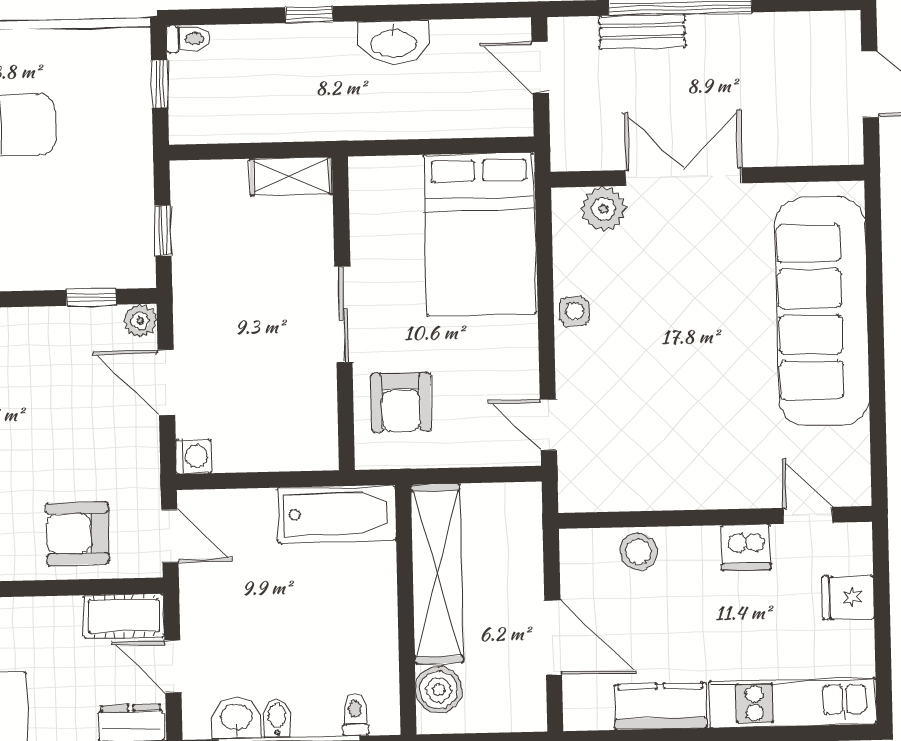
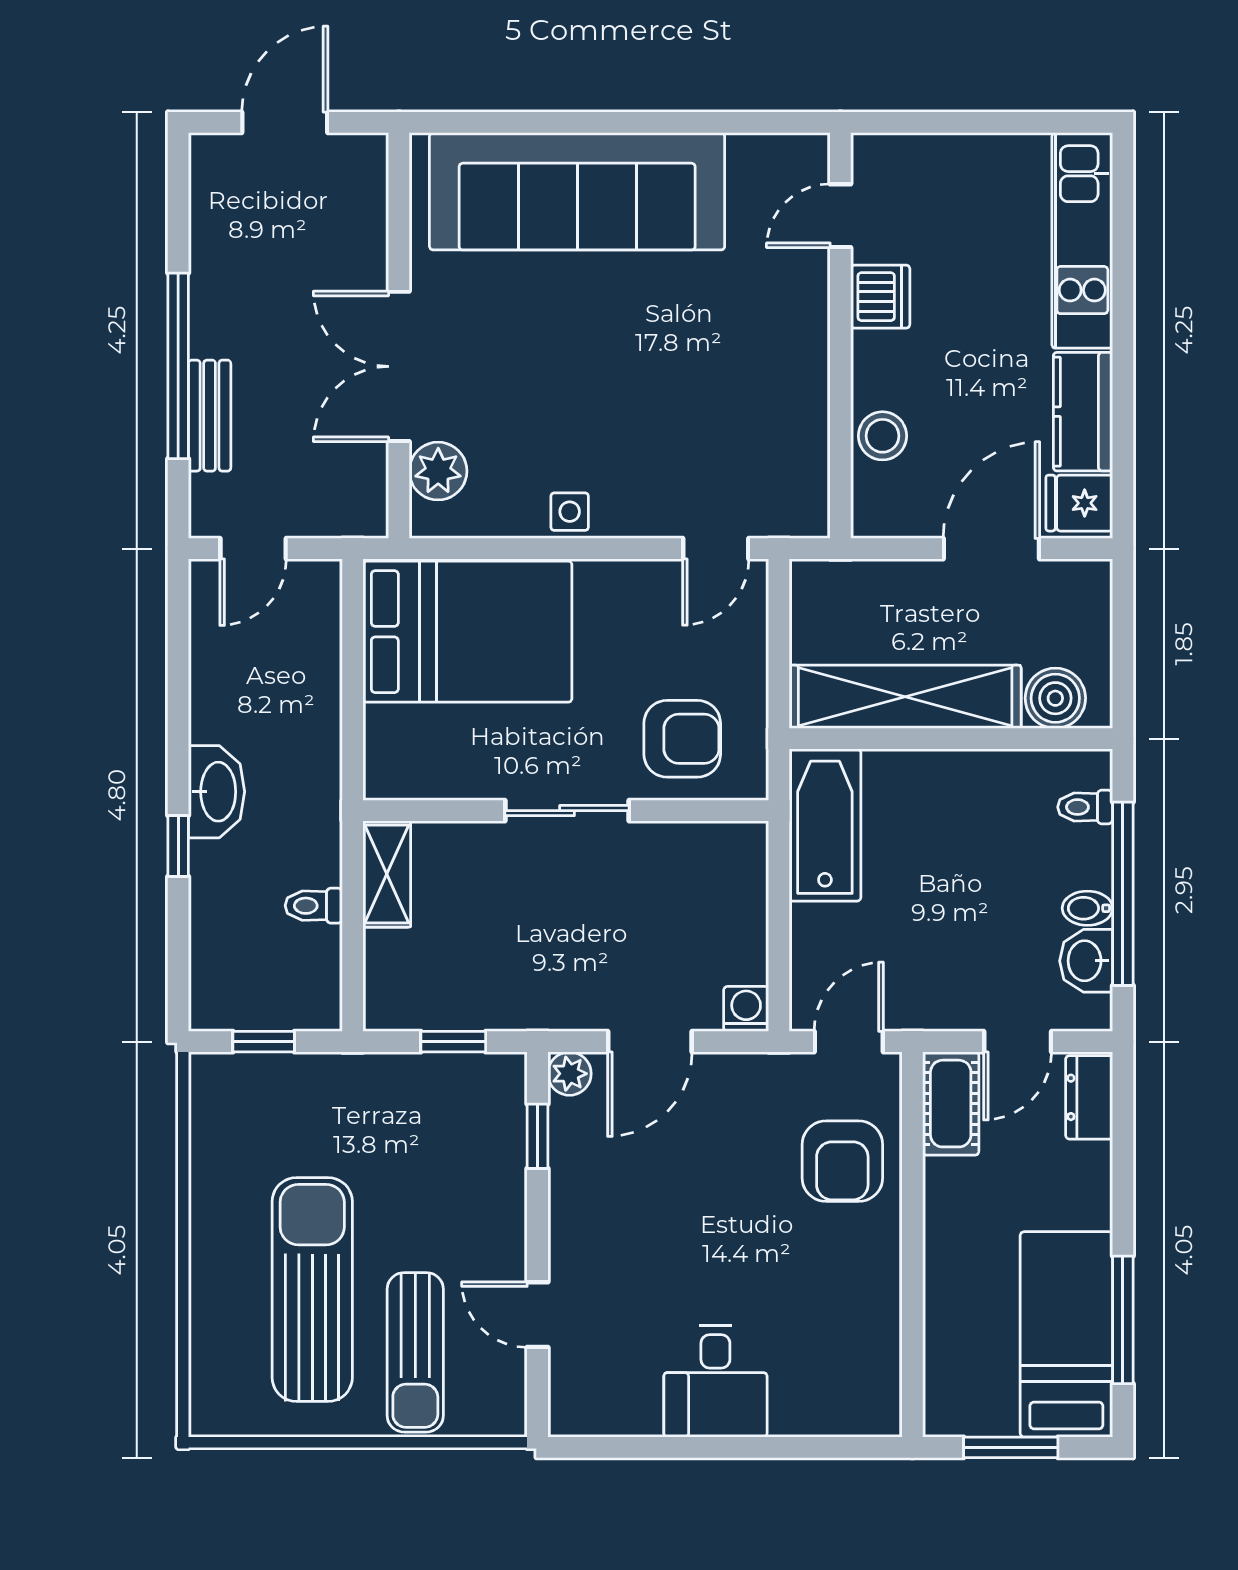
toilet: (189, 39) -> (314, 906), moved, turned -90
washbasin: (393, 42) -> (217, 792), moved
fridge: (848, 597) -> (1079, 503), moved, turned 90

